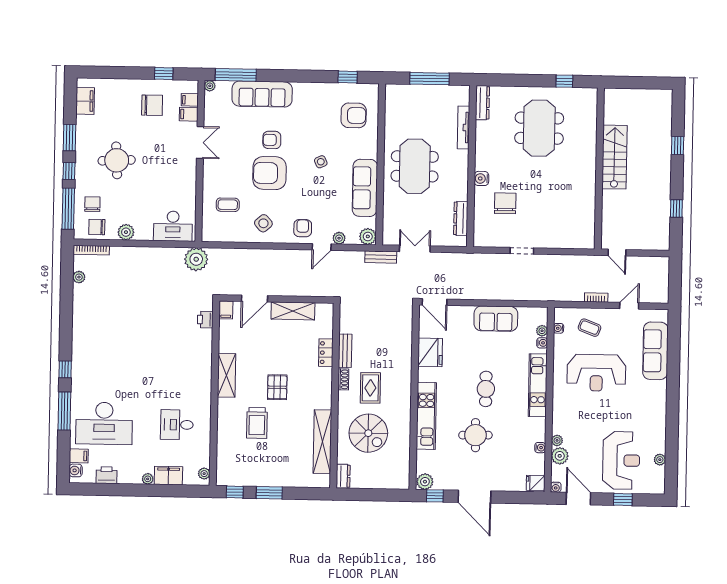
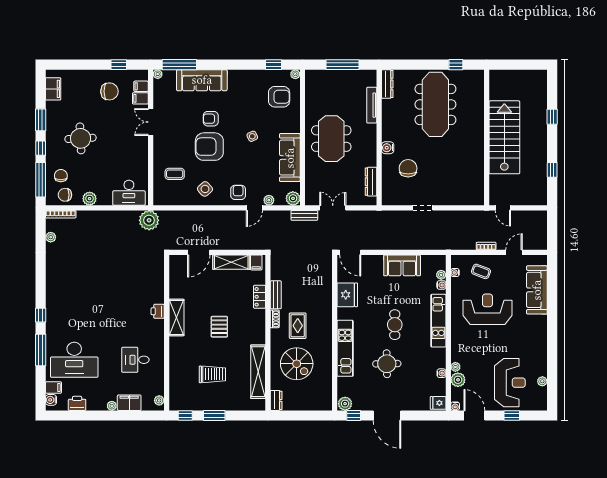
plant: (373, 89) -> (295, 74), added
meeting table: (539, 128) -> (435, 104), width x1.36
double door: (200, 143) -> (151, 122), swing flipped
stairs: (614, 157) -> (504, 137), width x1.36, depth x1.51
filing cabinet: (226, 310) -> (256, 262), moved
printer: (205, 320) -> (158, 311), moved
reception desk: (596, 373) -> (487, 309), turned 180
trolley: (257, 423) -> (212, 374), moved, turned -90

